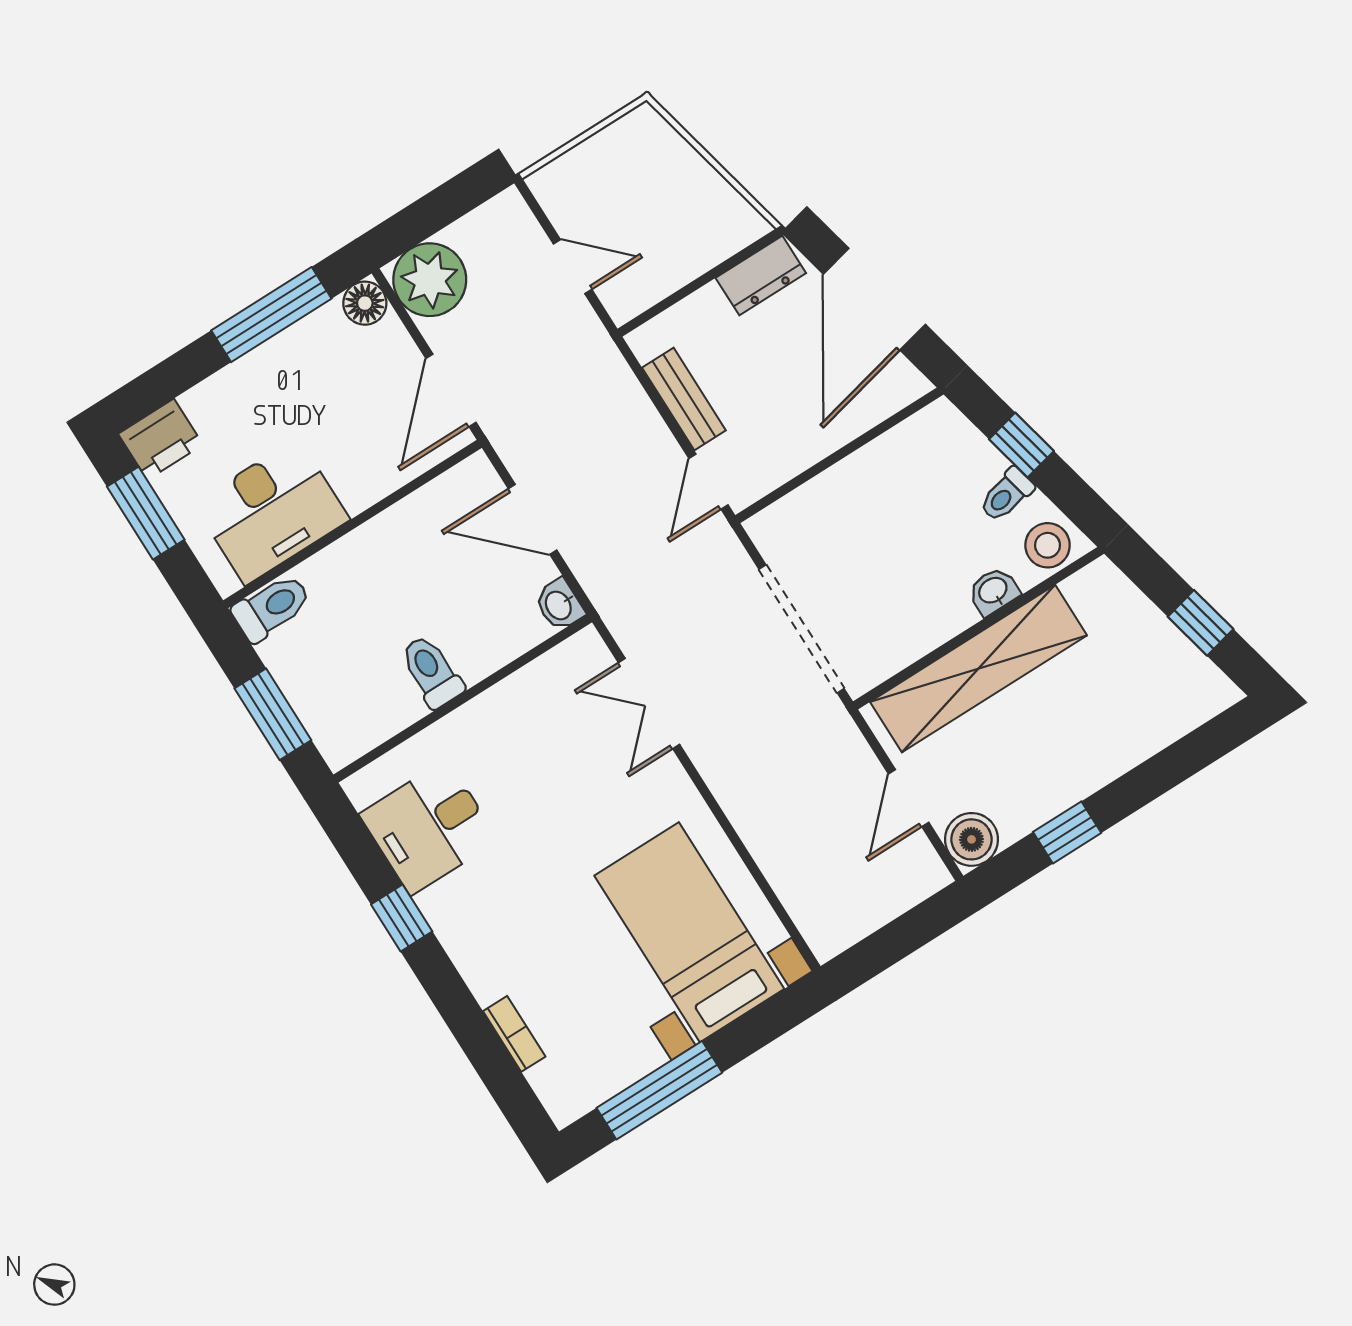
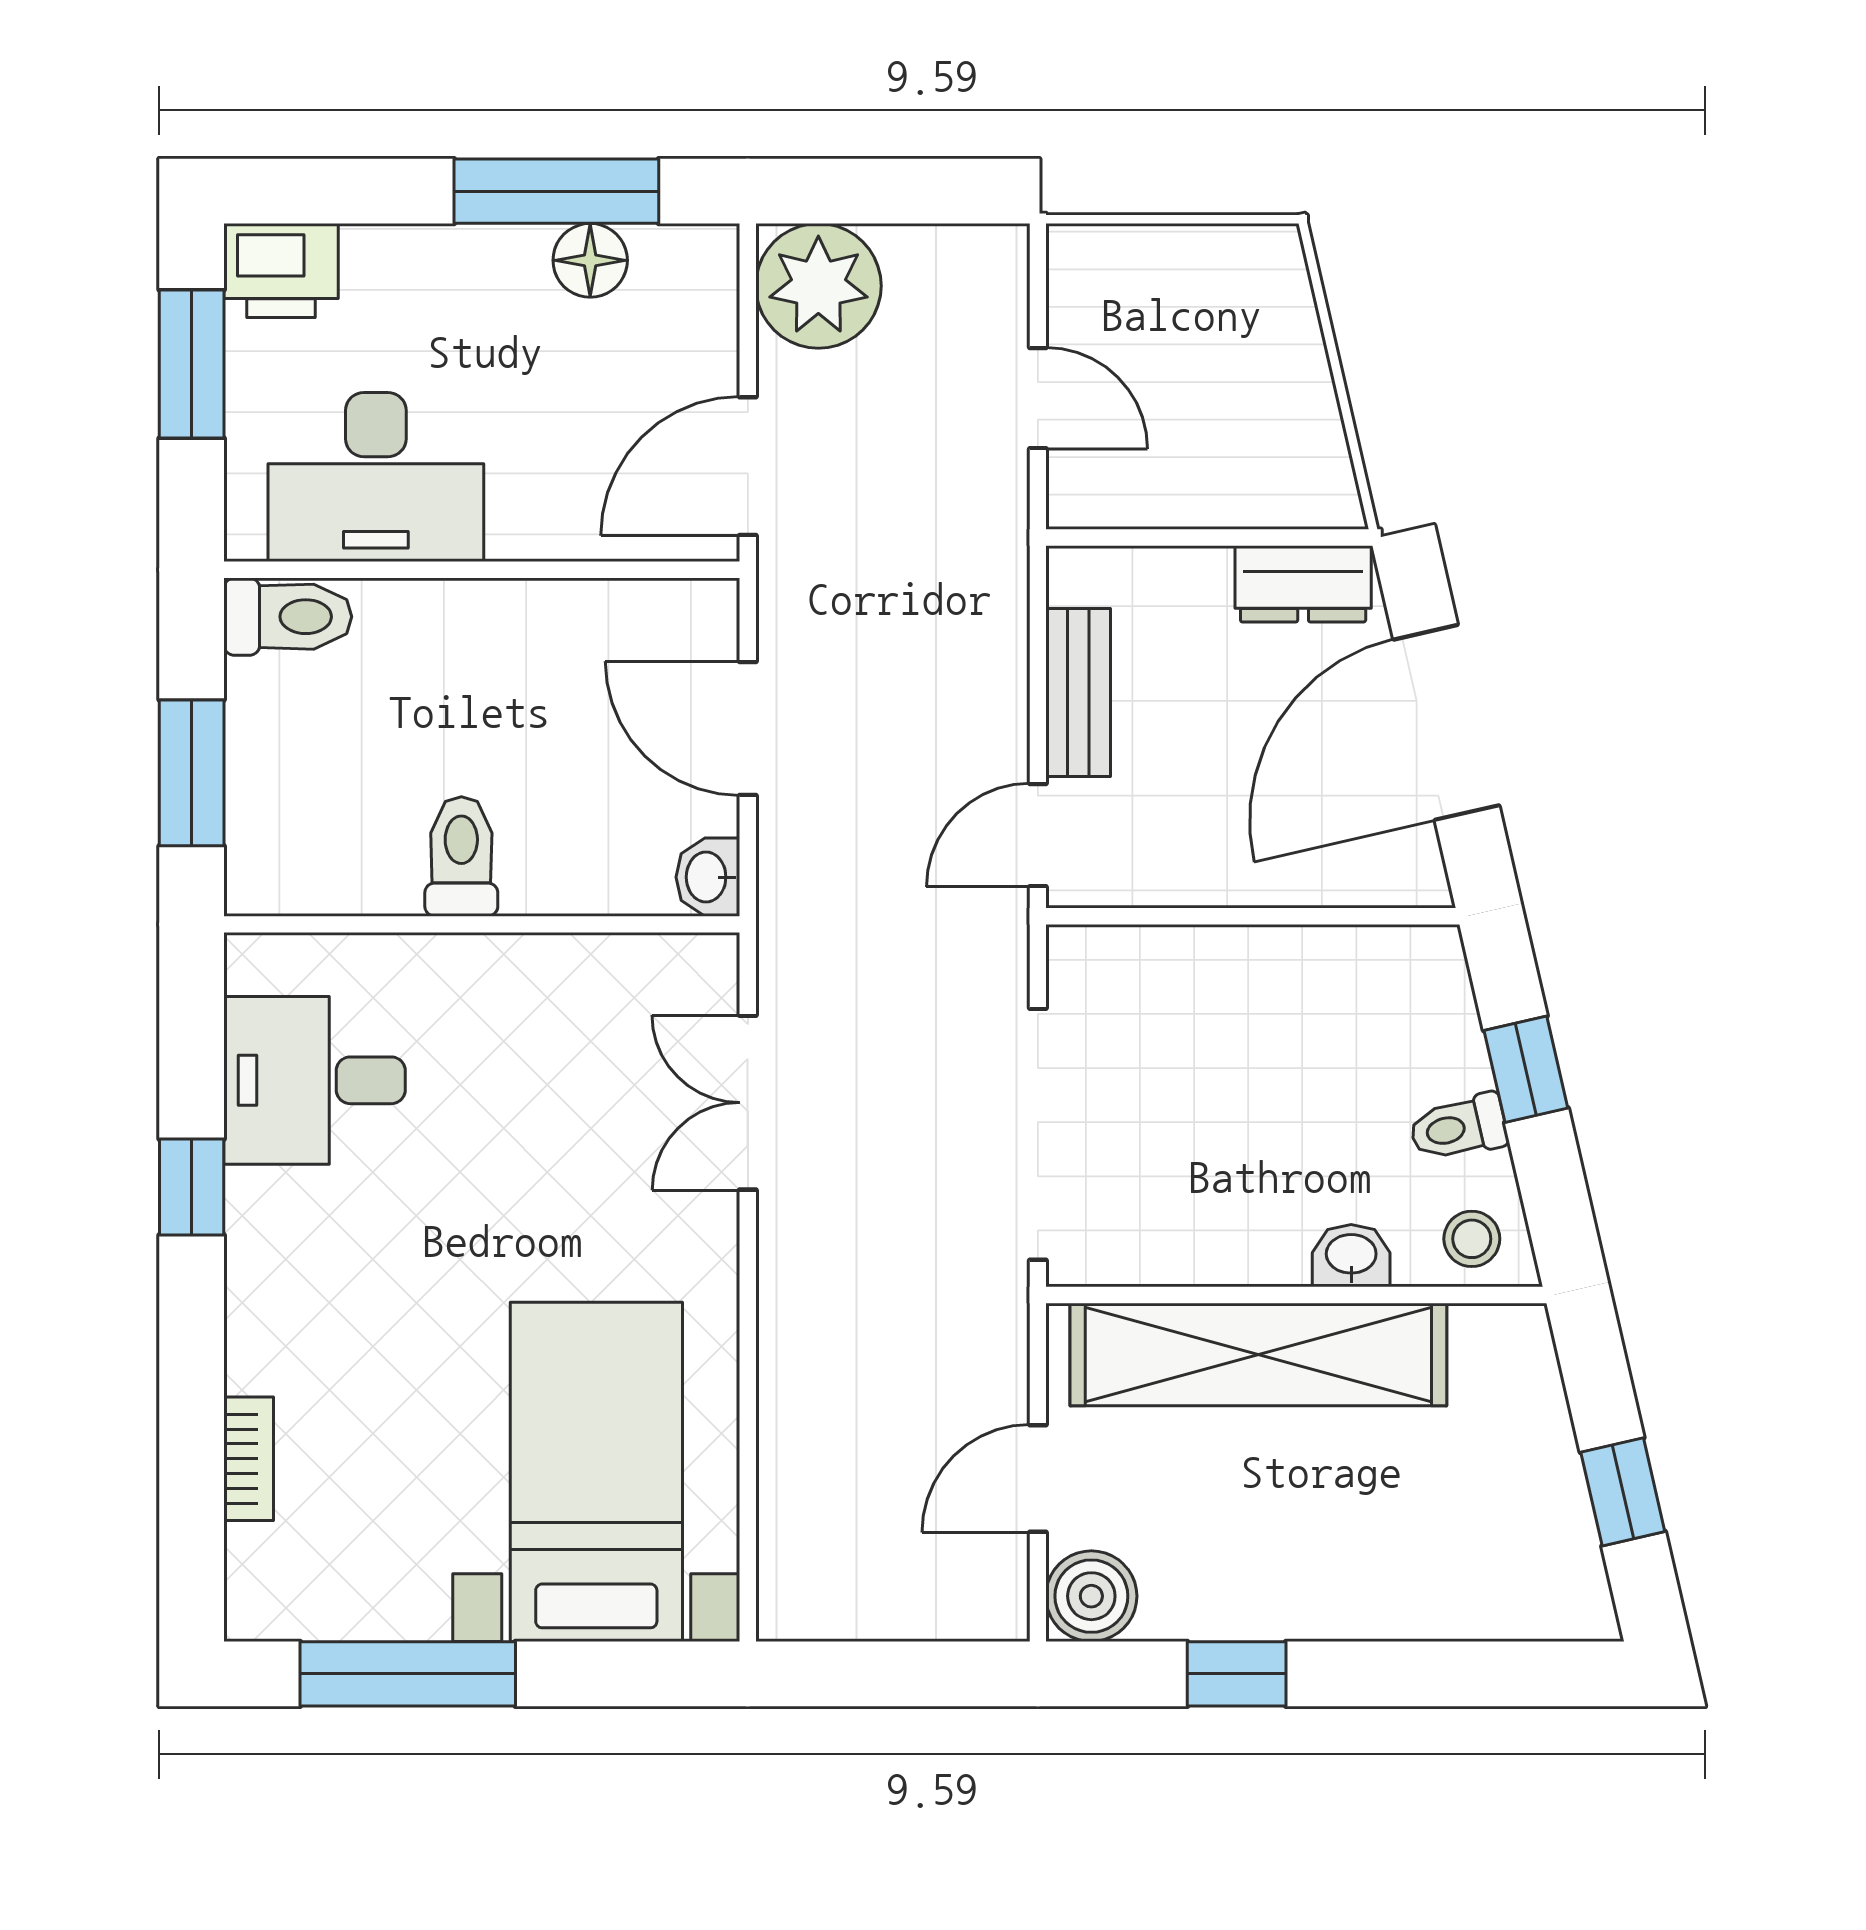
floor lamp: (365, 303) -> (590, 260), moved
stool: (1048, 545) -> (1472, 1239), width x0.73, depth x0.73

